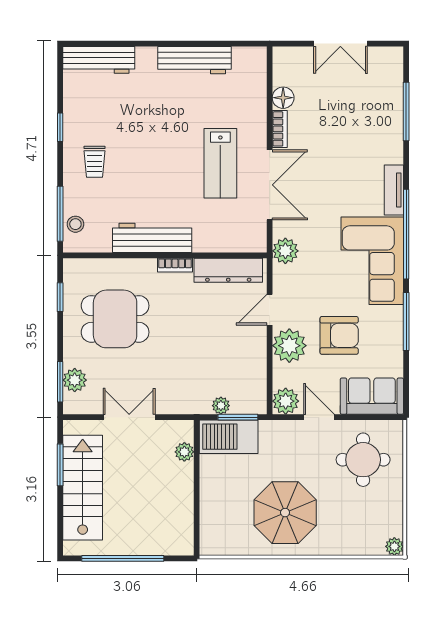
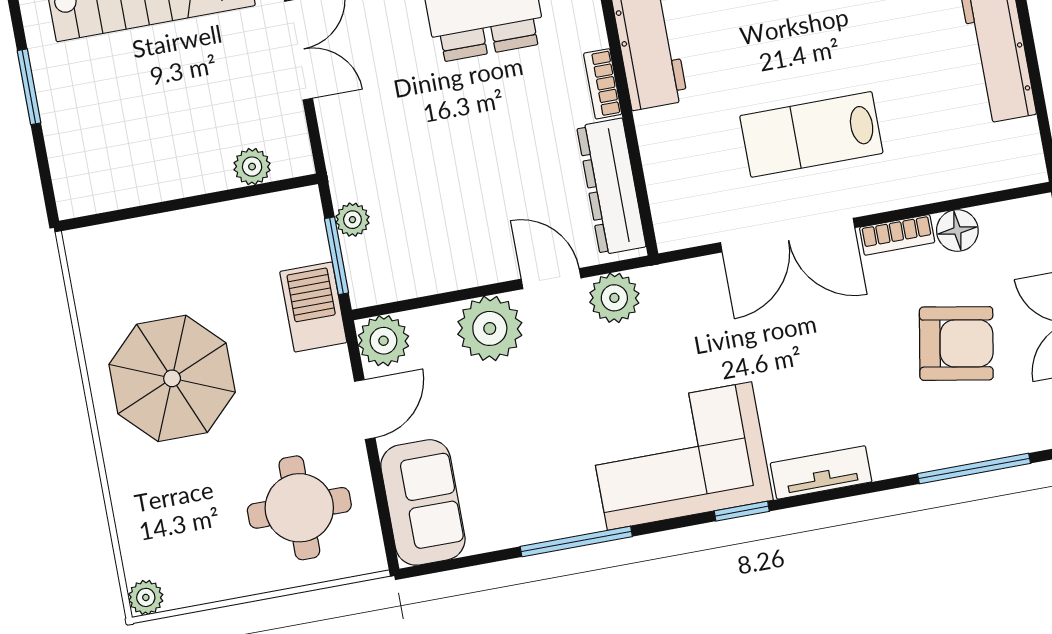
window: (406, 234) -> (742, 511), width x0.32
plant: (285, 251) -> (614, 298), moved
armchair: (339, 335) -> (956, 343), moved, turned -80
barbecue: (229, 437) -> (313, 307), moved, width x0.73, depth x0.83
window: (123, 558) -> (29, 87), width x0.47

